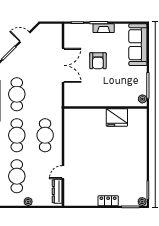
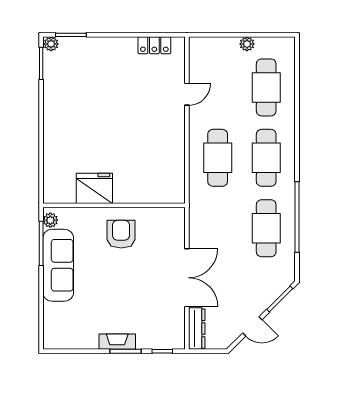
sofa: (138, 45) -> (58, 265), moved
armchair: (98, 61) -> (121, 234), moved
double door: (63, 65) -> (187, 278), swing flipped
dresser: (57, 191) -> (197, 329), moved
locker: (108, 201) -> (154, 45), moved

